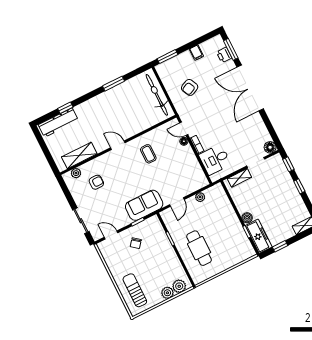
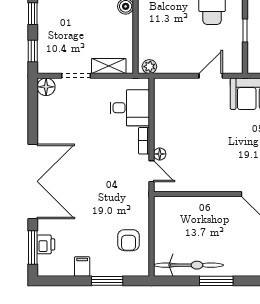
window: (168, 57) -> (107, 281), moved
armchair: (190, 87) -> (129, 240), moved, turned 116
bicycle: (157, 95) -> (189, 265), moved, turned -90
coffee table: (148, 154) -> (217, 161), removed
plant: (200, 197) -> (149, 67), moved

